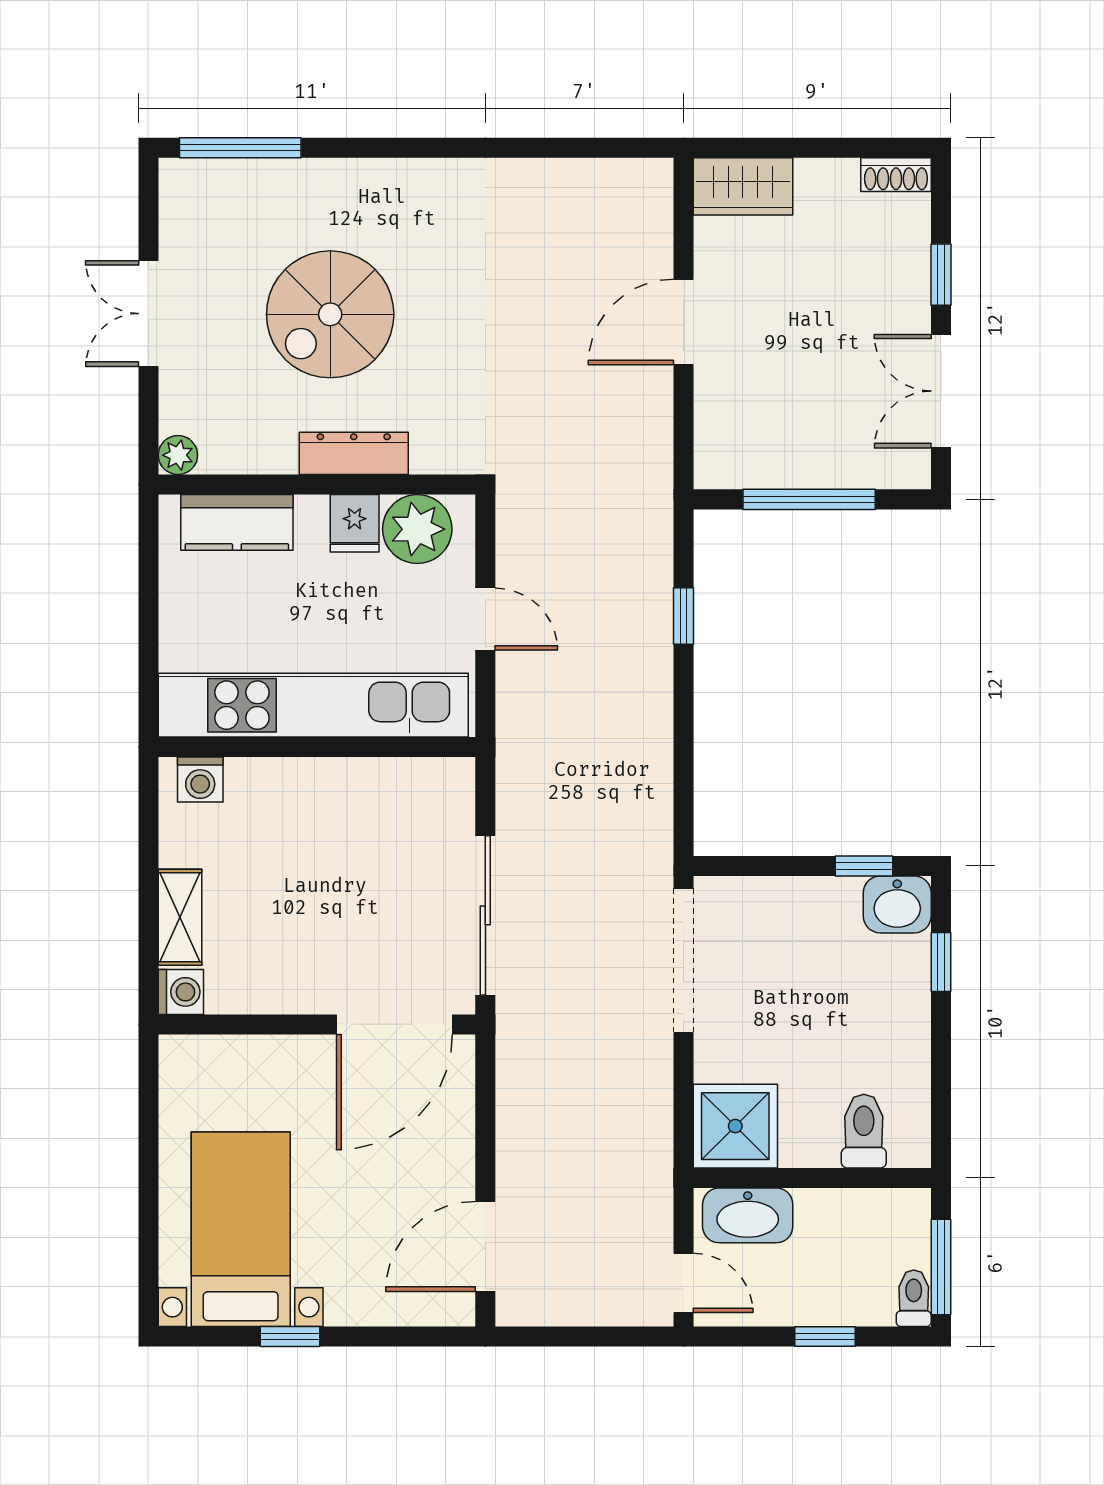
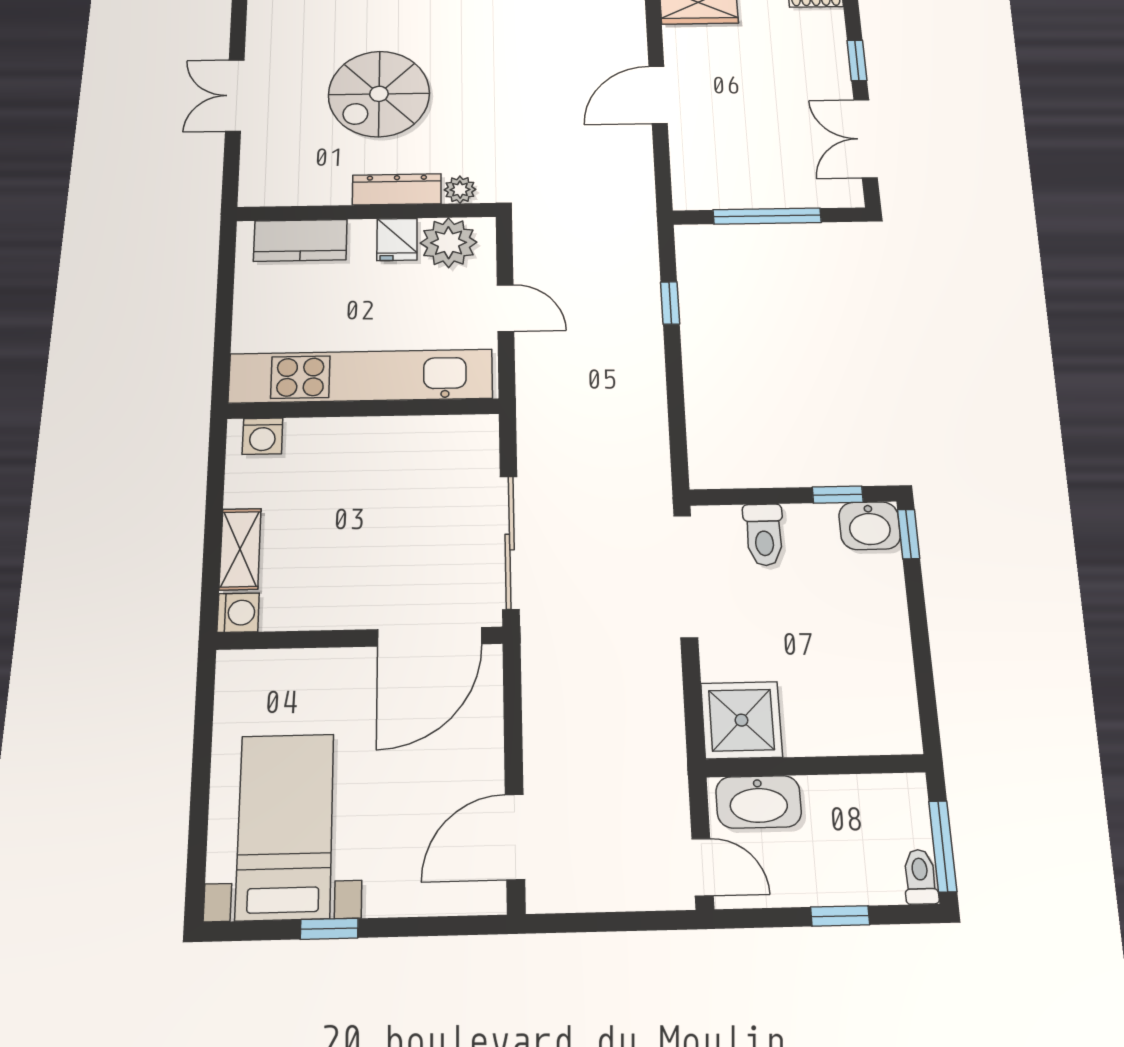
plant: (178, 455) -> (460, 190), moved
window: (941, 962) -> (909, 534), moved
toilet: (864, 1131) -> (764, 535), moved, turned 180

